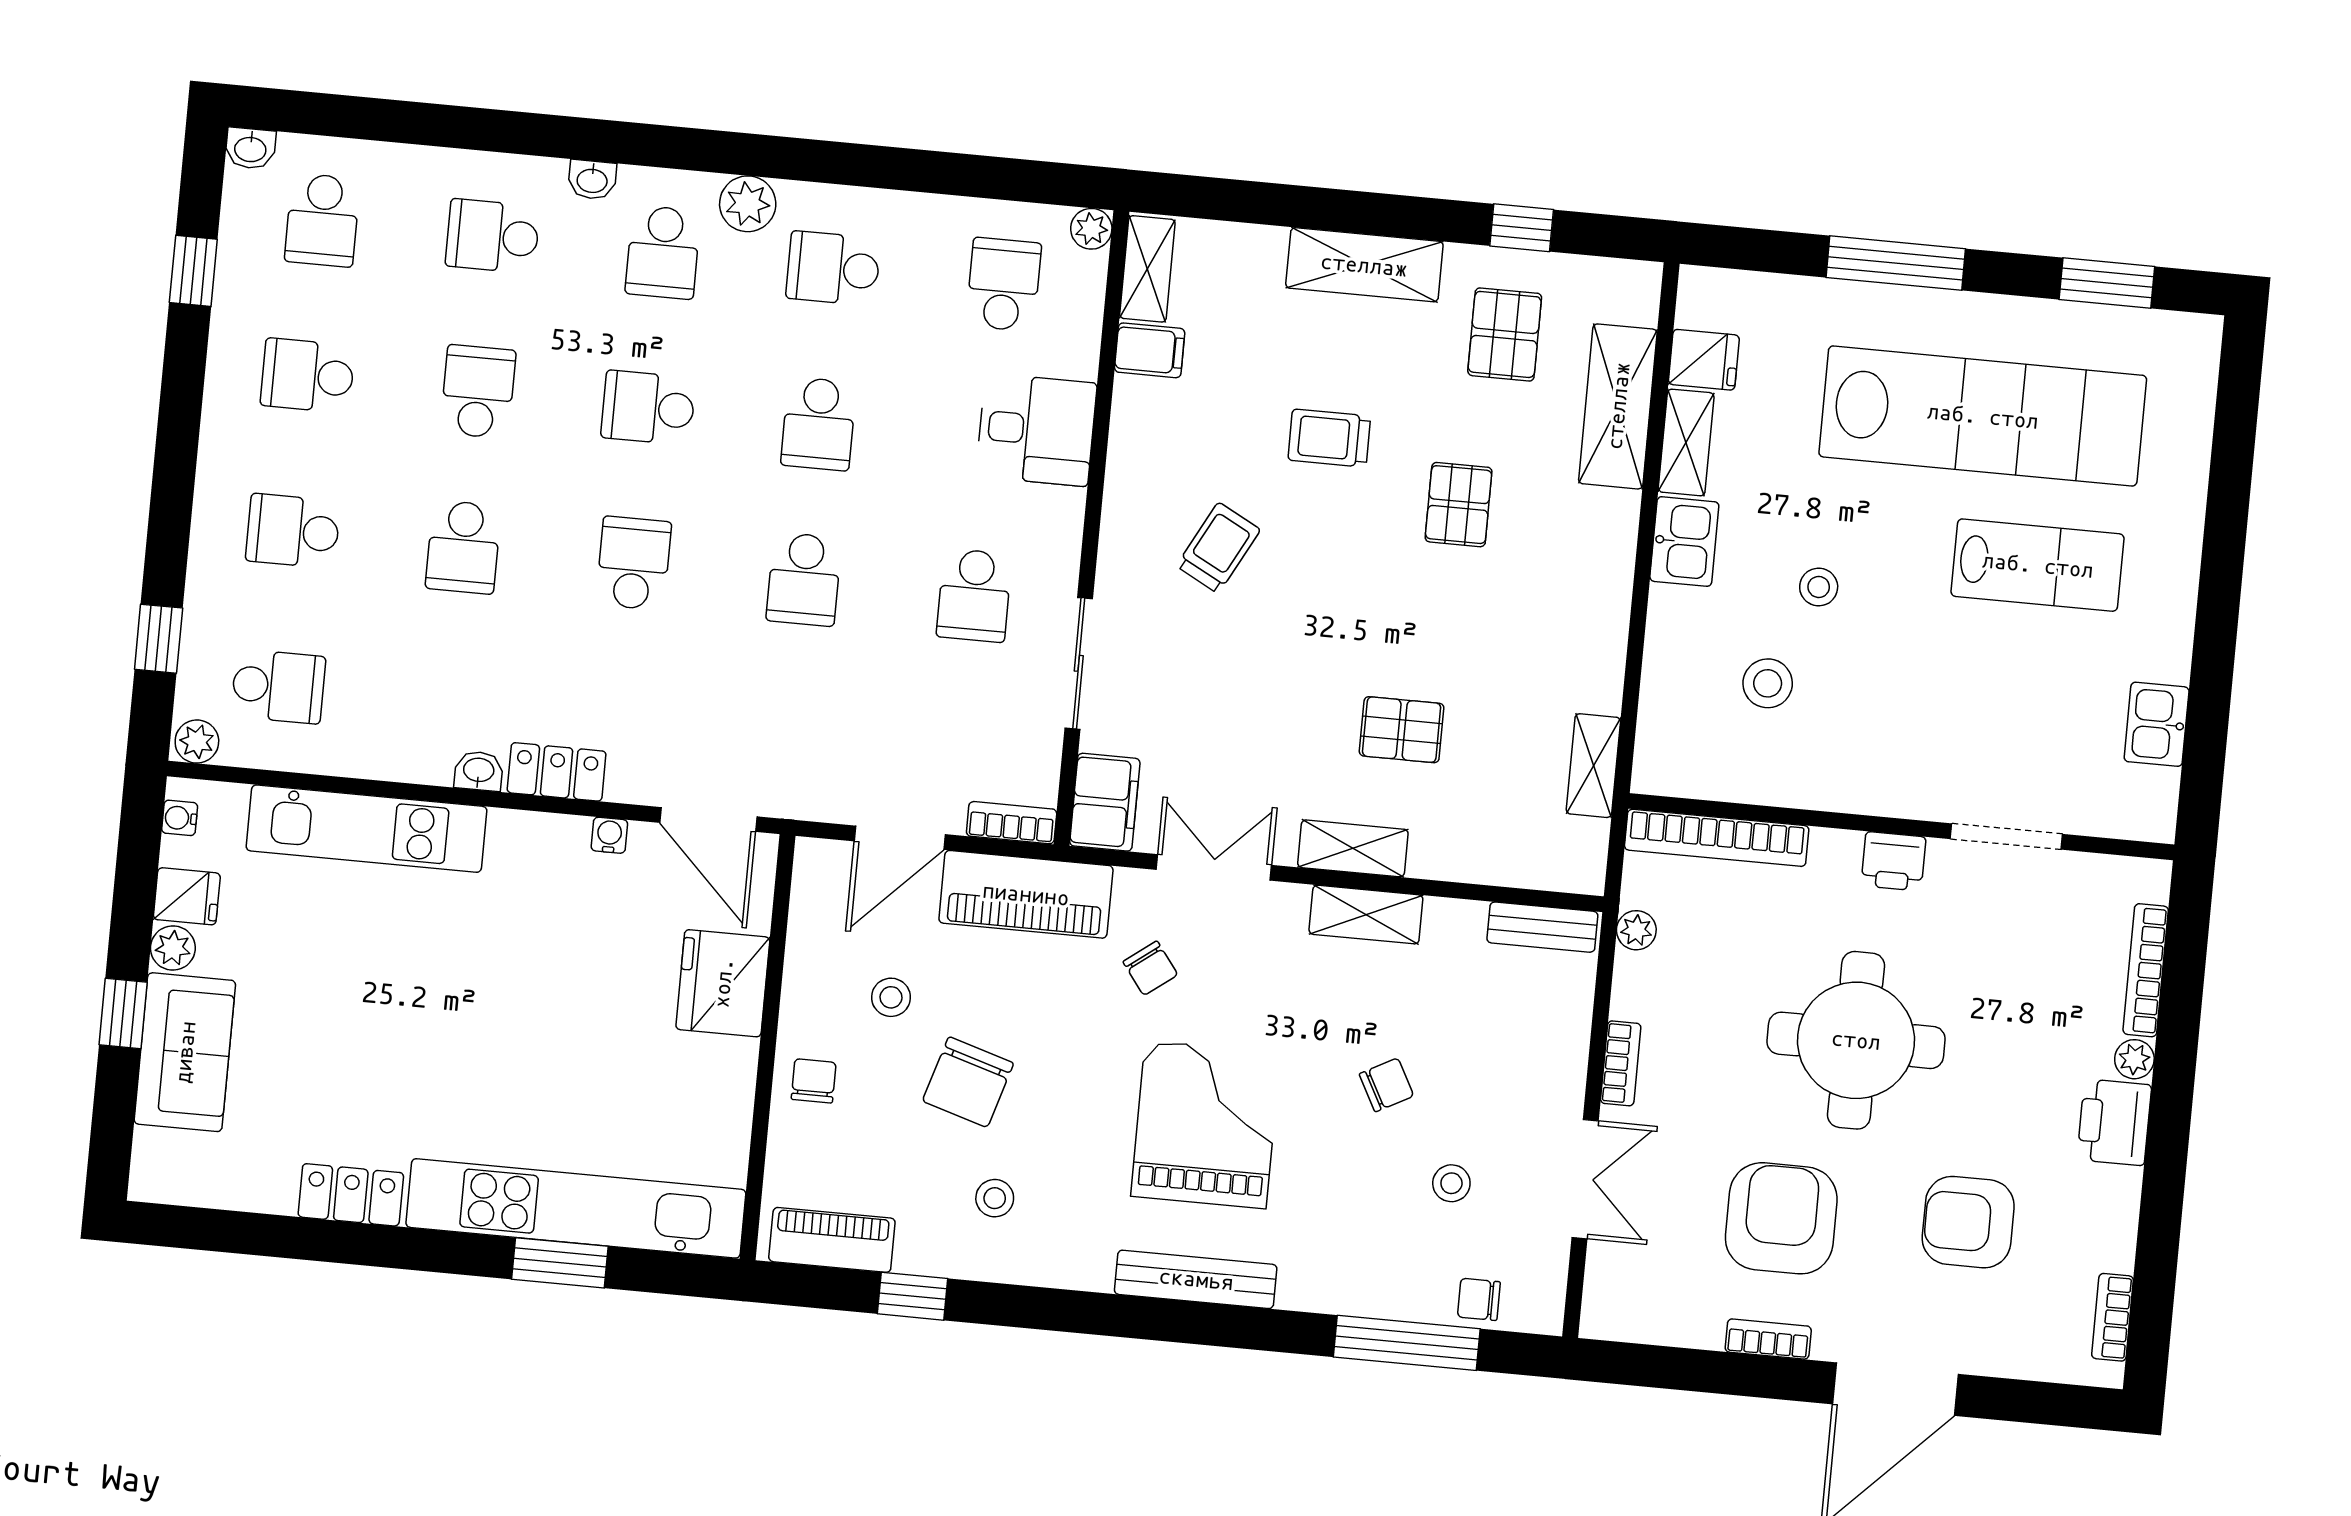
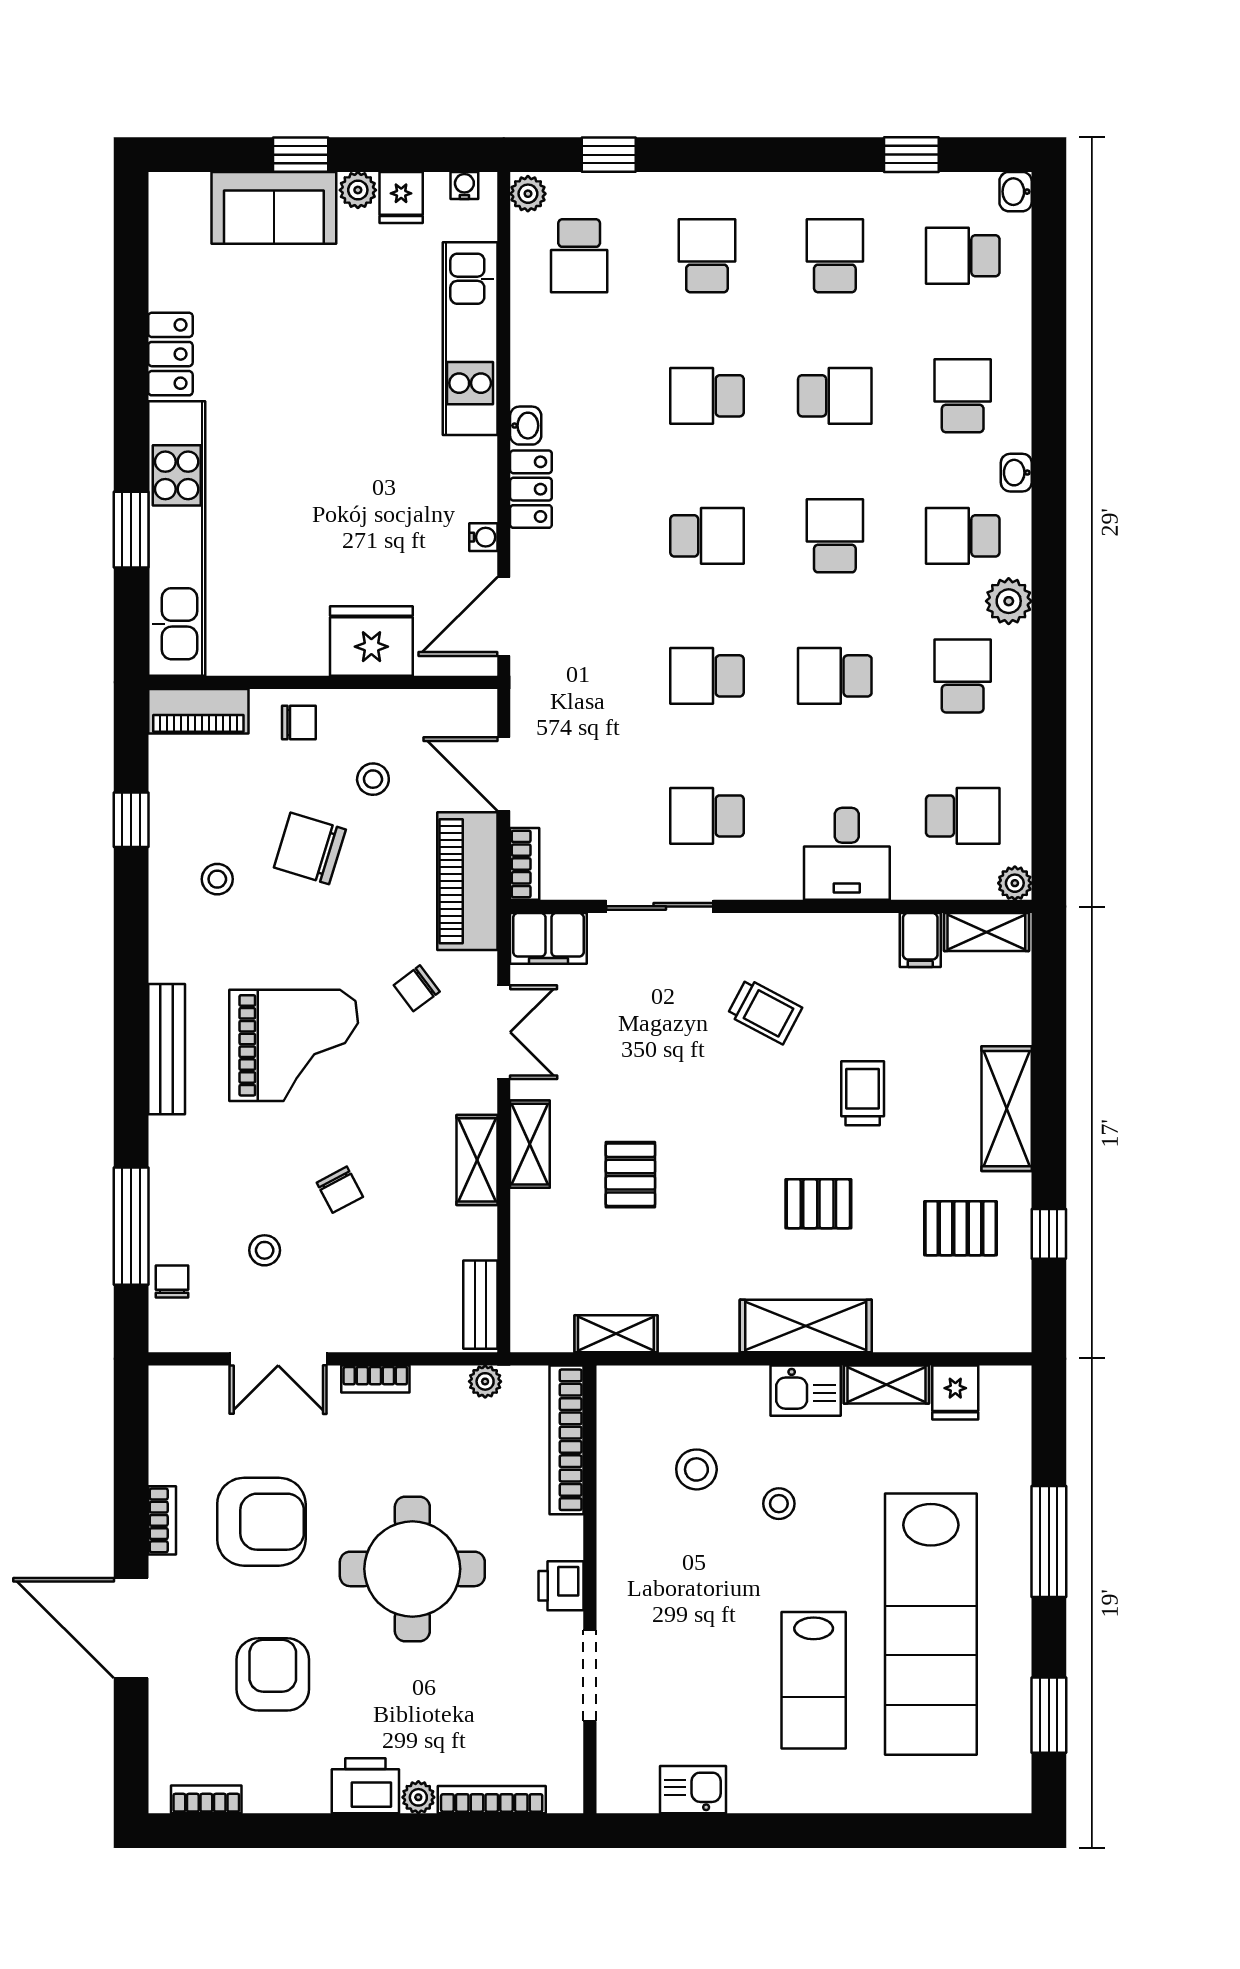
shelving: (1618, 406) -> (806, 1326), moved
piano: (832, 1240) -> (198, 711), moved, turned 90

